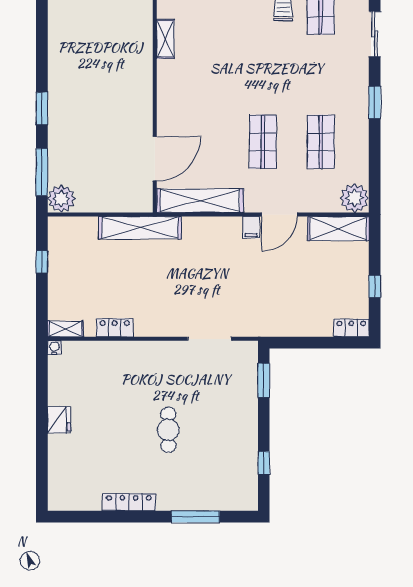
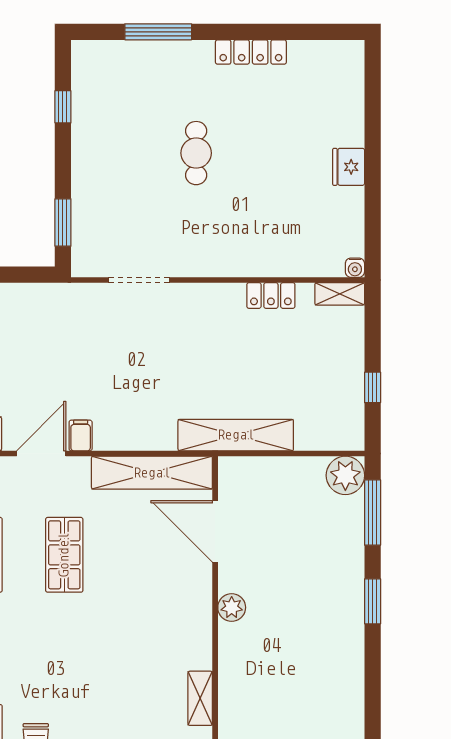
plant: (143, 104) -> (232, 607), added
door: (155, 159) -> (215, 531), hinge flipped

